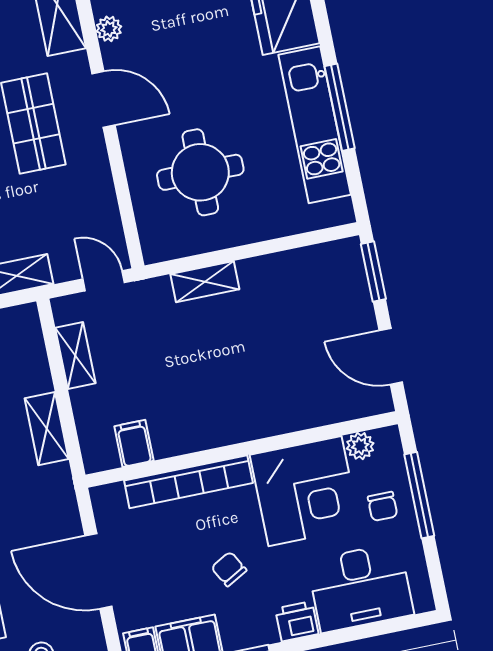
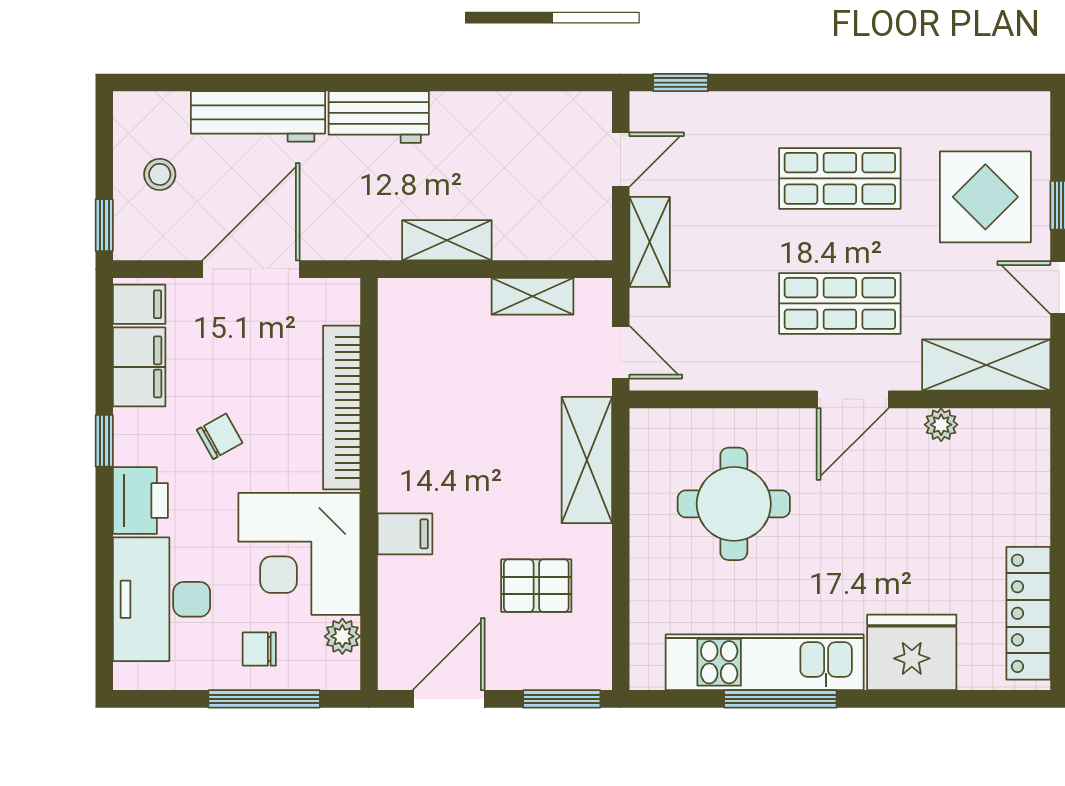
door: (104, 281) -> (621, 352), hinge flipped
shelving: (205, 282) -> (587, 460), width x1.50, depth x1.33
pallet: (292, 308) -> (536, 586), added
filing cabinet: (134, 443) -> (405, 534), moved
printer: (297, 621) -> (140, 501), width x1.36, depth x1.24

